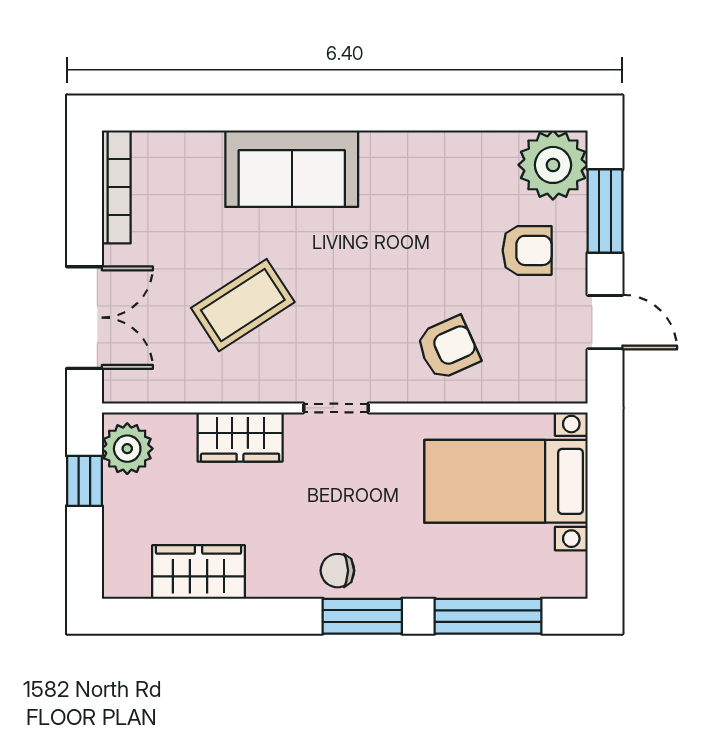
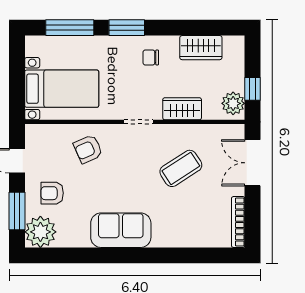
sofa: (292, 169) -> (121, 230), moved
chair: (337, 571) -> (151, 57), moved, turned 180

